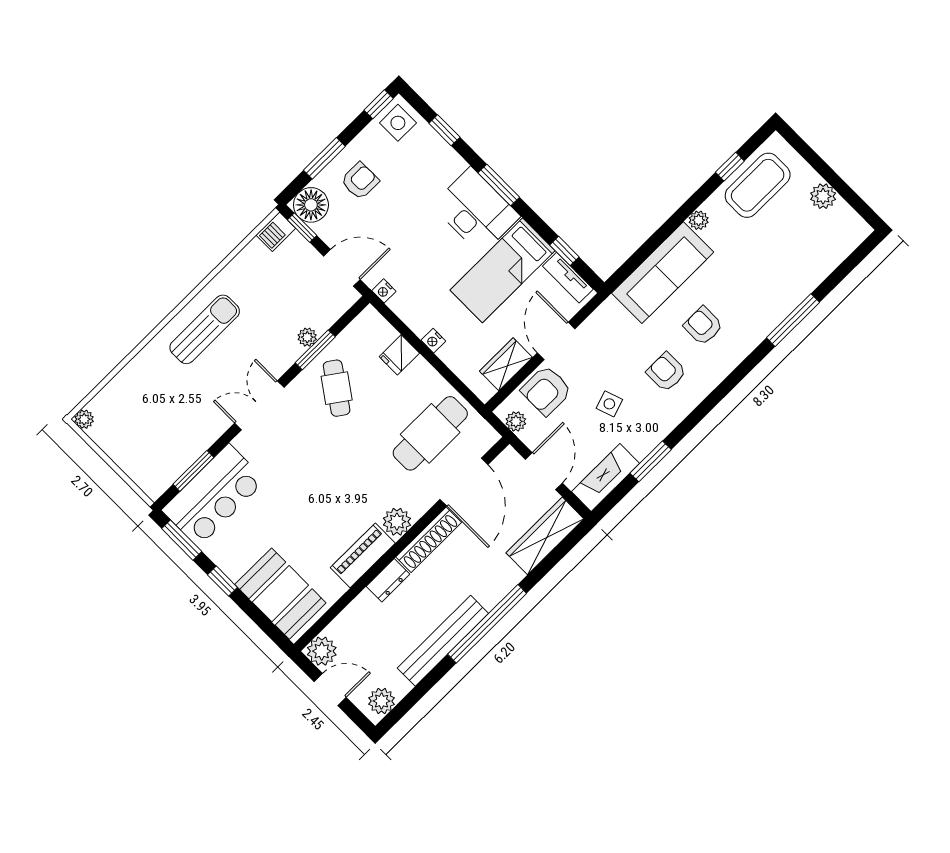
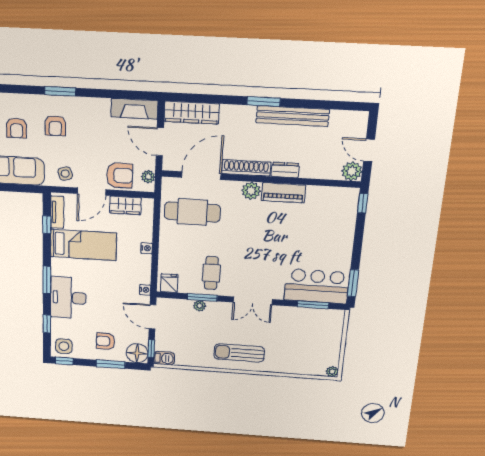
desk: (476, 211) -> (68, 298), moved
fridge: (399, 355) -> (169, 283), moved, turned -90
cafe table: (337, 388) -> (211, 273), turned -35
side table: (609, 404) -> (65, 174), moved
window: (651, 461) -> (60, 91), moved
door: (544, 471) -> (160, 142), hinge flipped
window: (222, 581) -> (363, 203), moved
booth: (280, 594) -> (339, 216), removed
window: (487, 624) -> (264, 102), width x0.47
plant: (382, 701) -> (353, 120), removed

